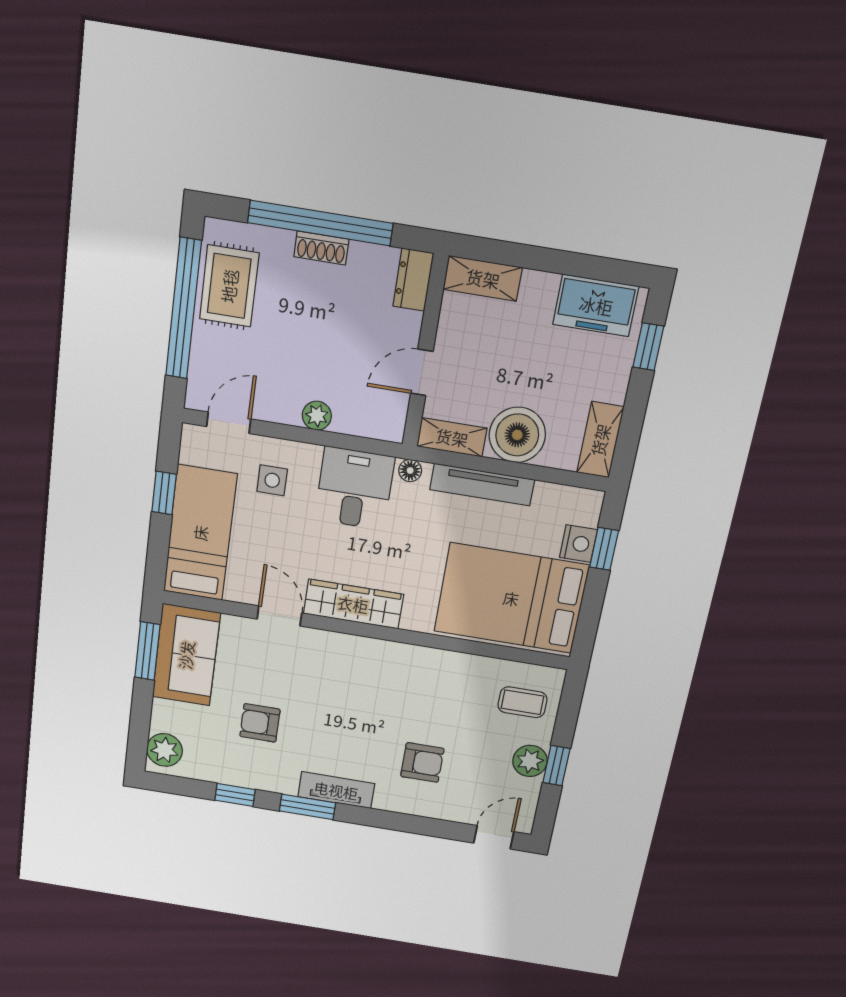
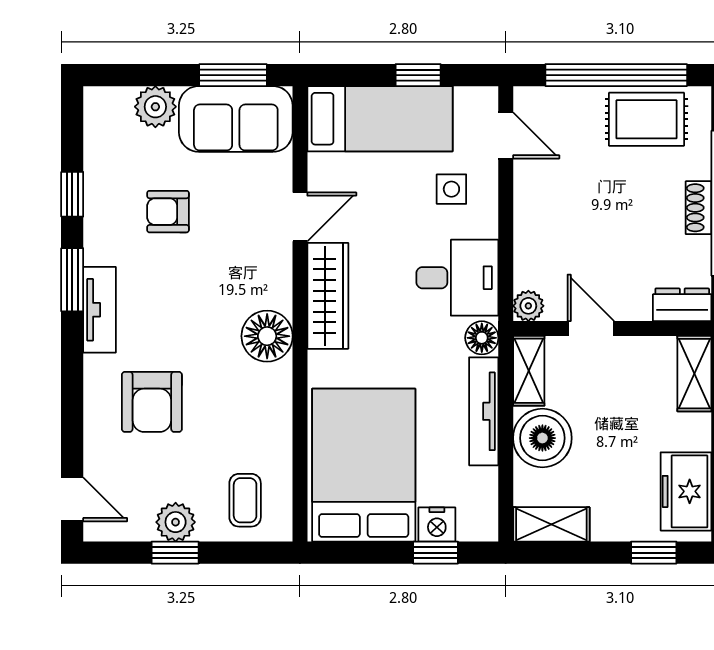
plant: (317, 416) -> (528, 306), moved
floor lamp: (410, 471) -> (482, 338), width x1.37, depth x1.37
floor lamp: (381, 661) -> (267, 336), added
armchair: (260, 723) -> (168, 212), turned -90
plant: (165, 750) -> (155, 107), moved
armchair: (422, 762) -> (152, 402), width x1.38, depth x1.38

